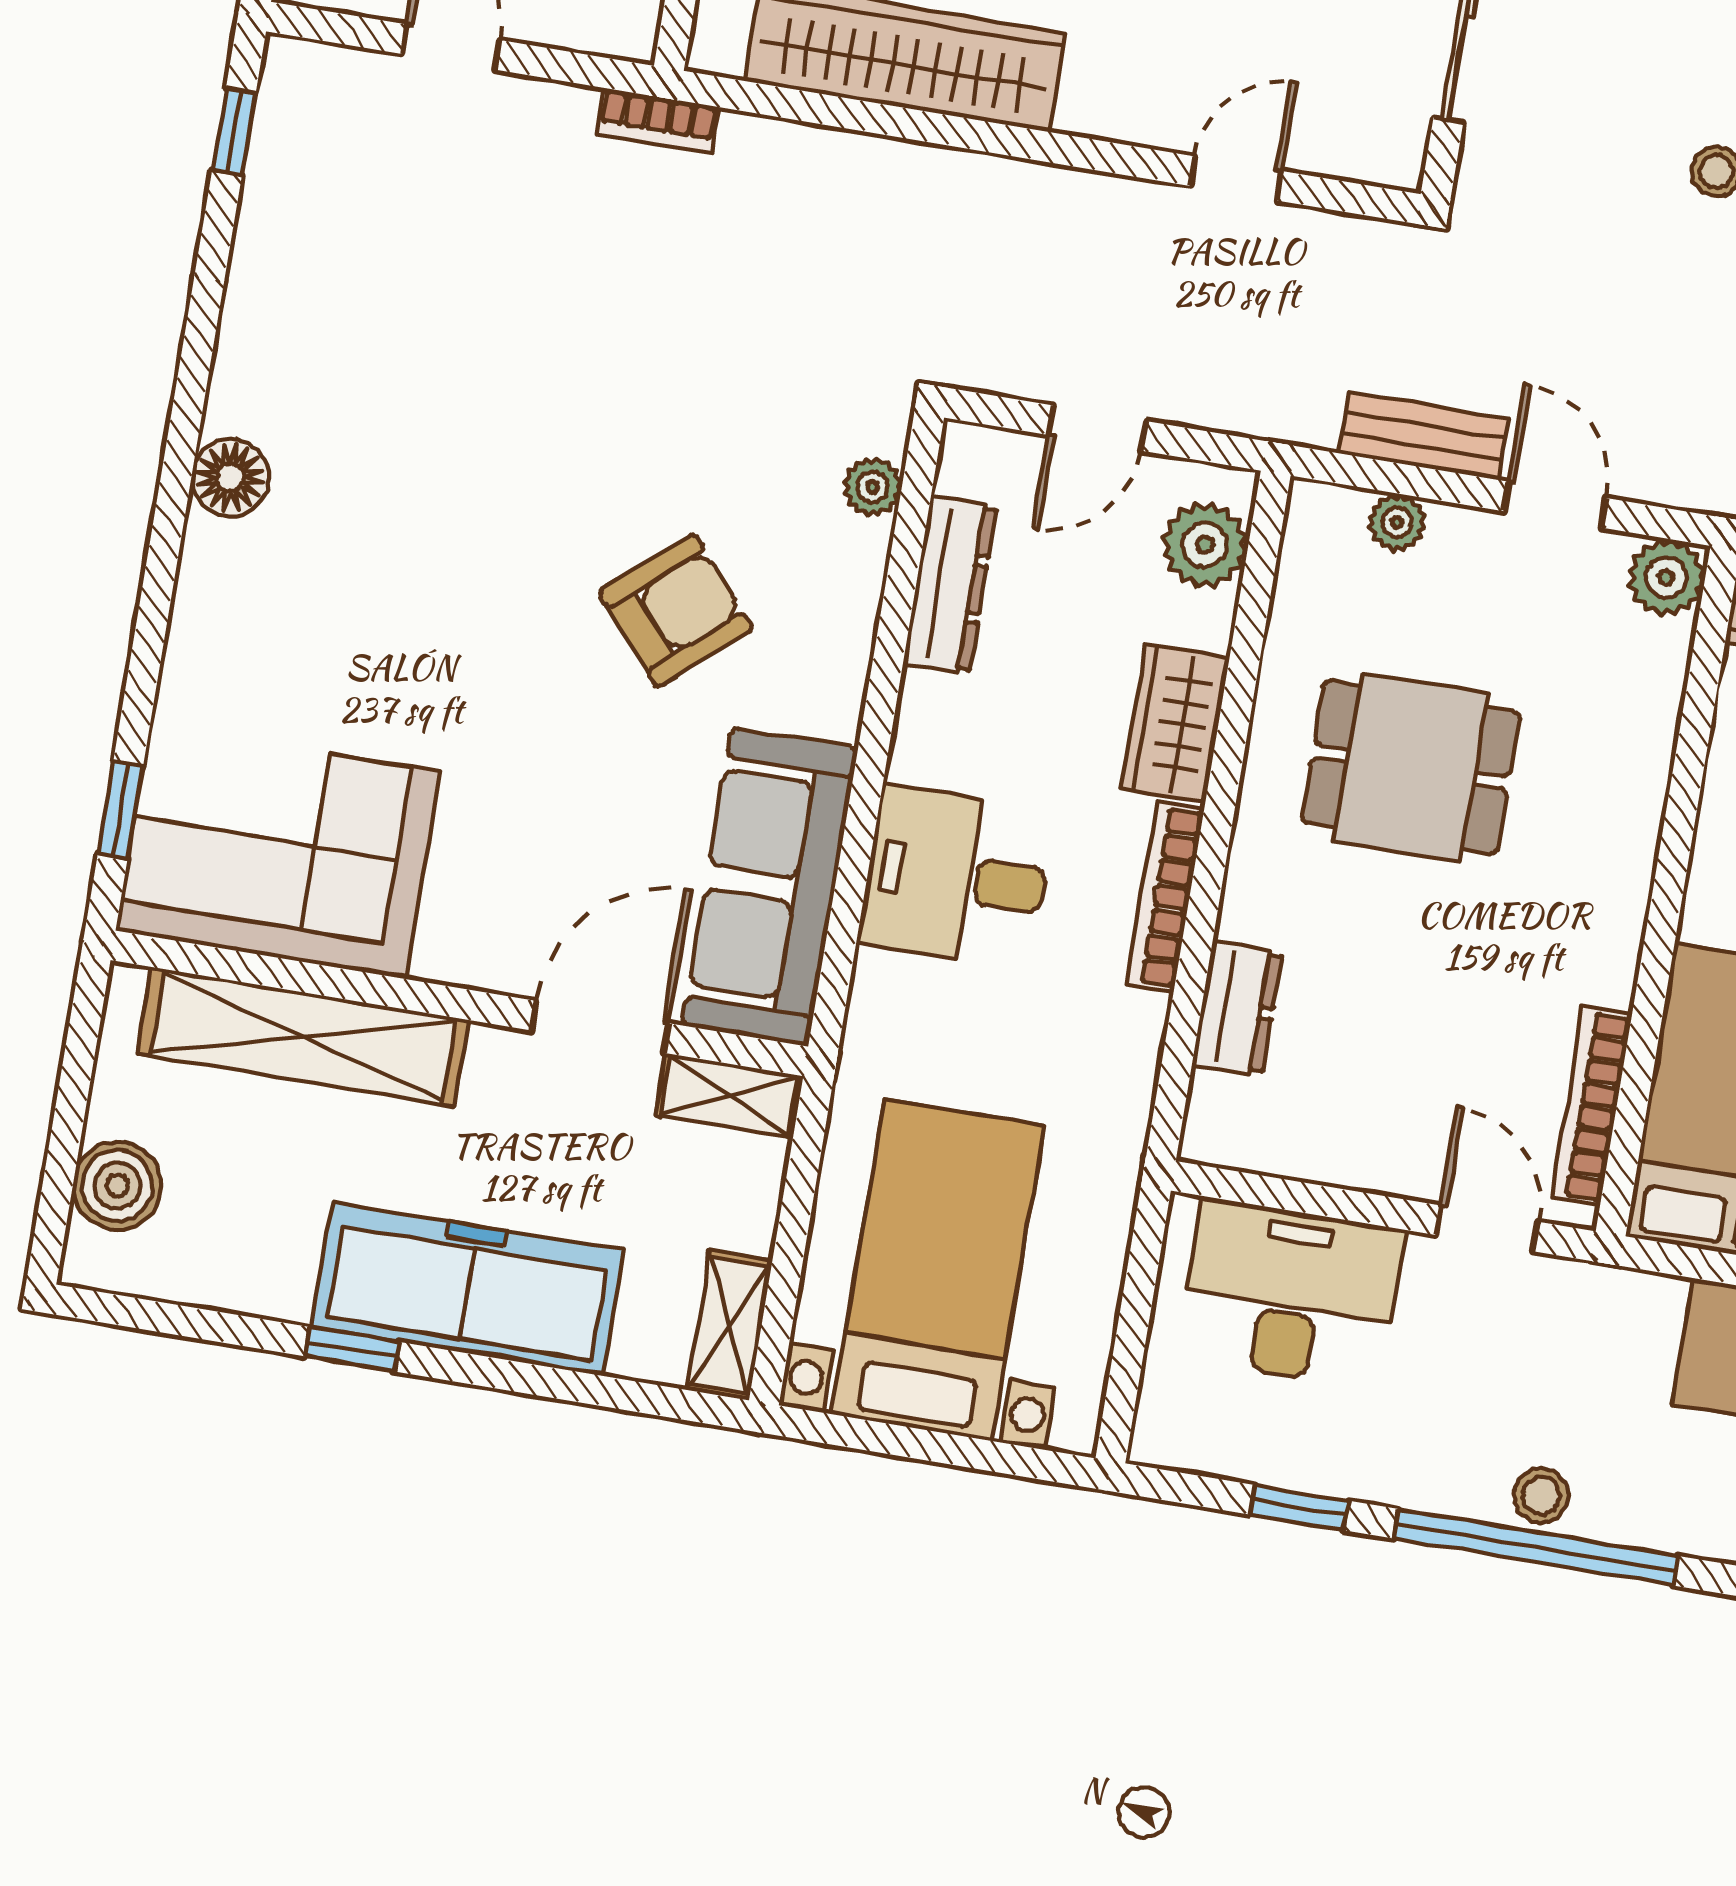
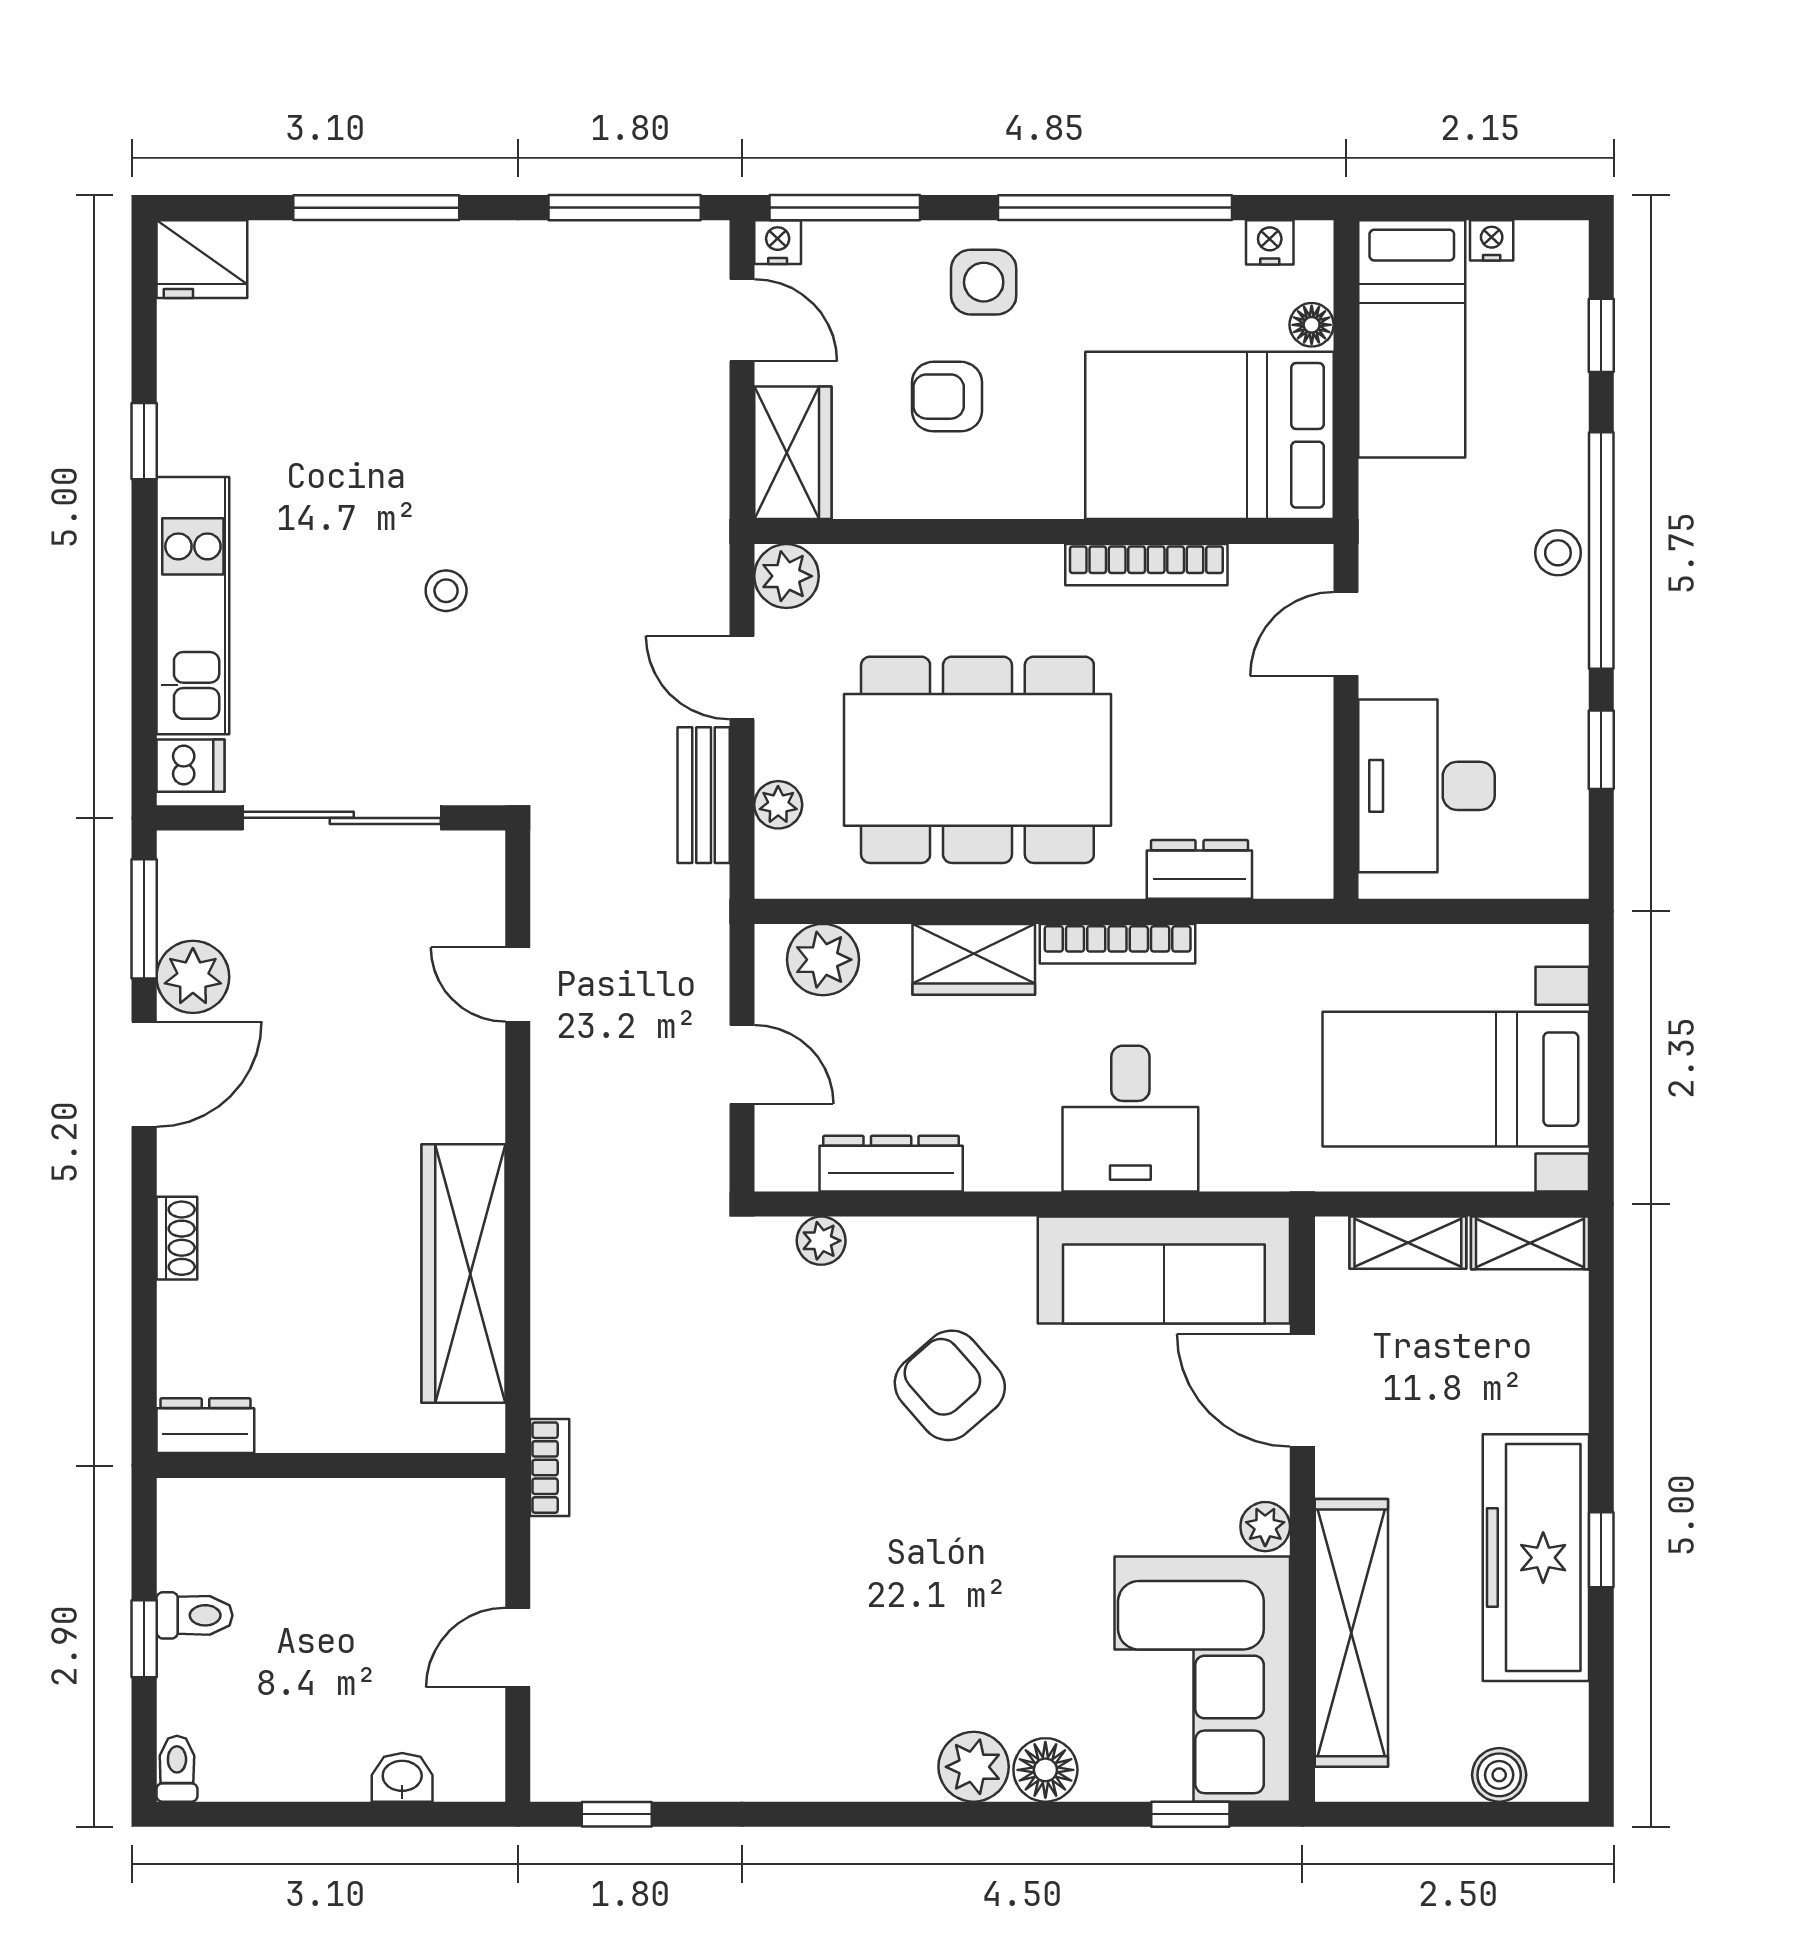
floor lamp: (230, 477) -> (1045, 1770), moved
door: (1555, 505) -> (742, 678), hinge flipped
plant: (220, 563) -> (974, 1767), added
dining table: (1411, 767) -> (977, 760), width x1.87, depth x1.24
plant: (446, 956) -> (1265, 1527), added
shelving: (729, 1096) -> (1408, 1243), moved, turned 90
bookcase: (1592, 1106) -> (1146, 565), moved
boiler: (117, 1186) -> (1499, 1775), width x0.73, depth x0.73
freezer: (467, 1289) -> (1536, 1558), moved

